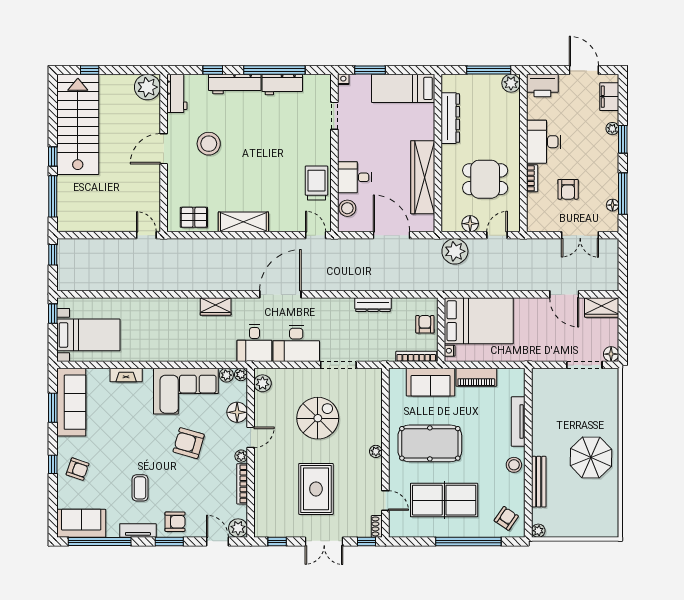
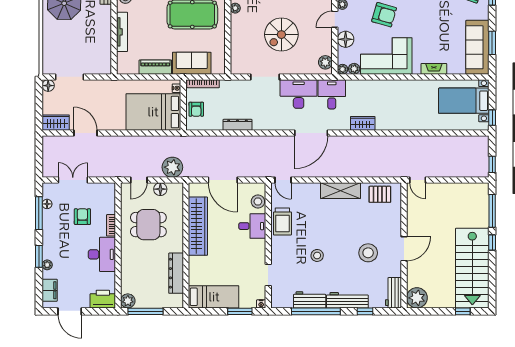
stool: (273, 140) -> (317, 255), added

